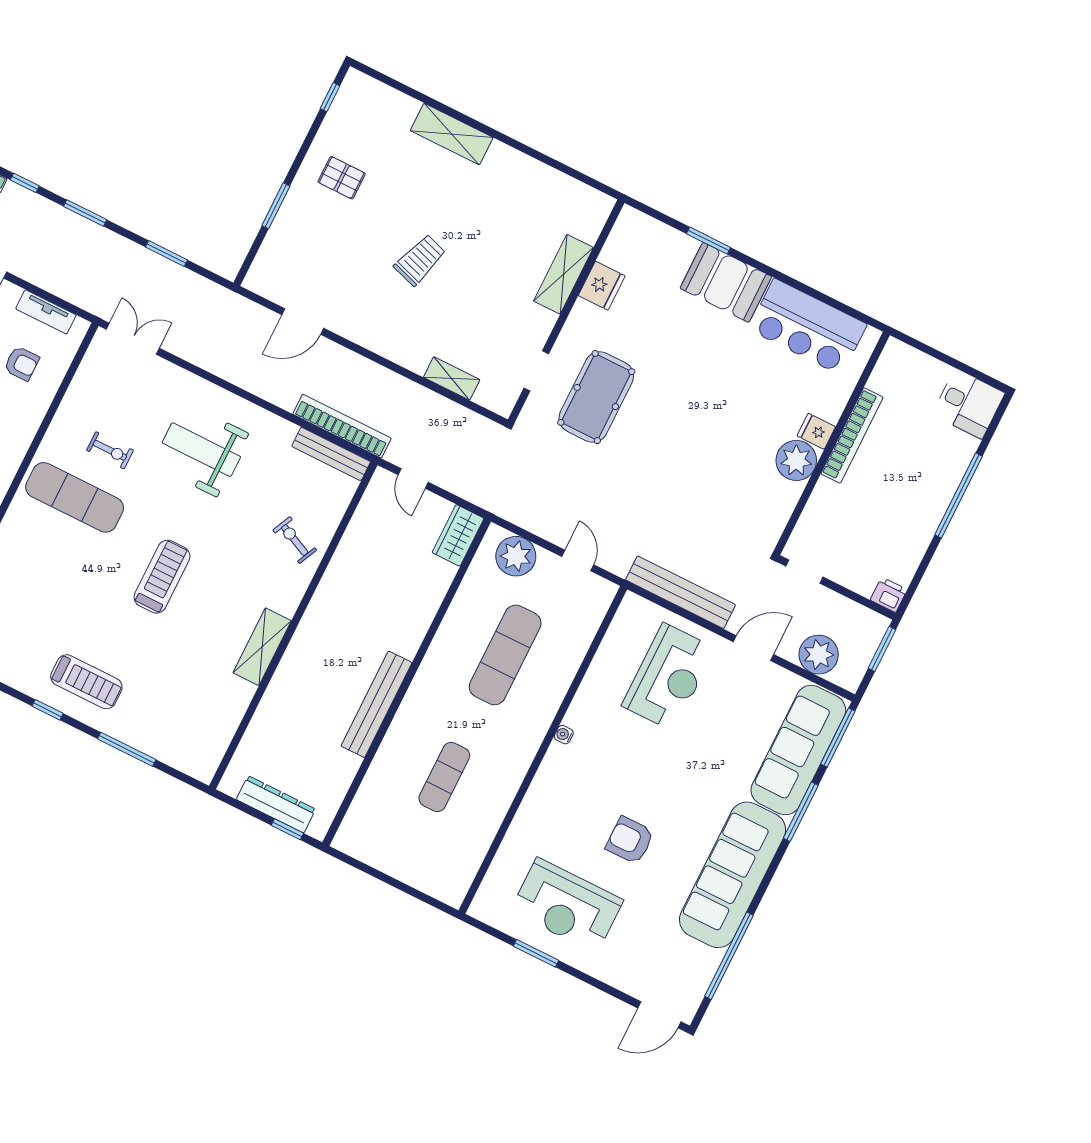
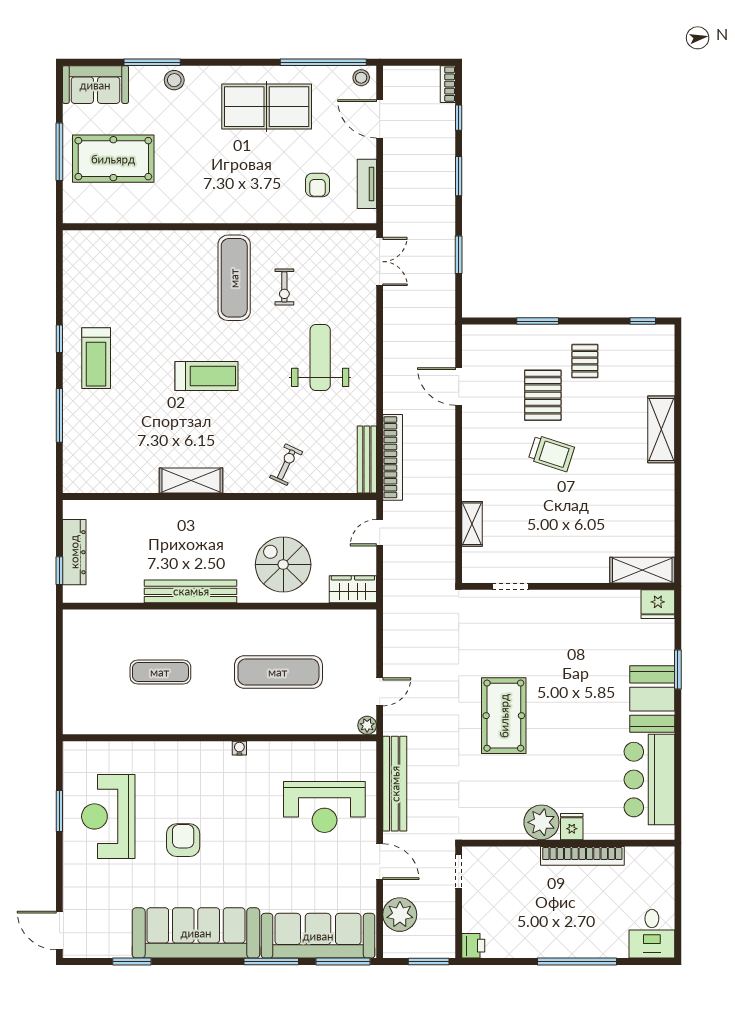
pallet: (355, 239) -> (543, 395), added
shelving: (563, 274) -> (642, 570), moved
fridge: (602, 286) -> (658, 604), moved
pool table: (596, 397) -> (504, 716), moved, turned 90
plant: (516, 556) -> (367, 725), moved, width x0.53, depth x0.53
spiral stairs: (396, 595) -> (283, 565), added
window: (729, 956) -> (132, 962), width x0.47

